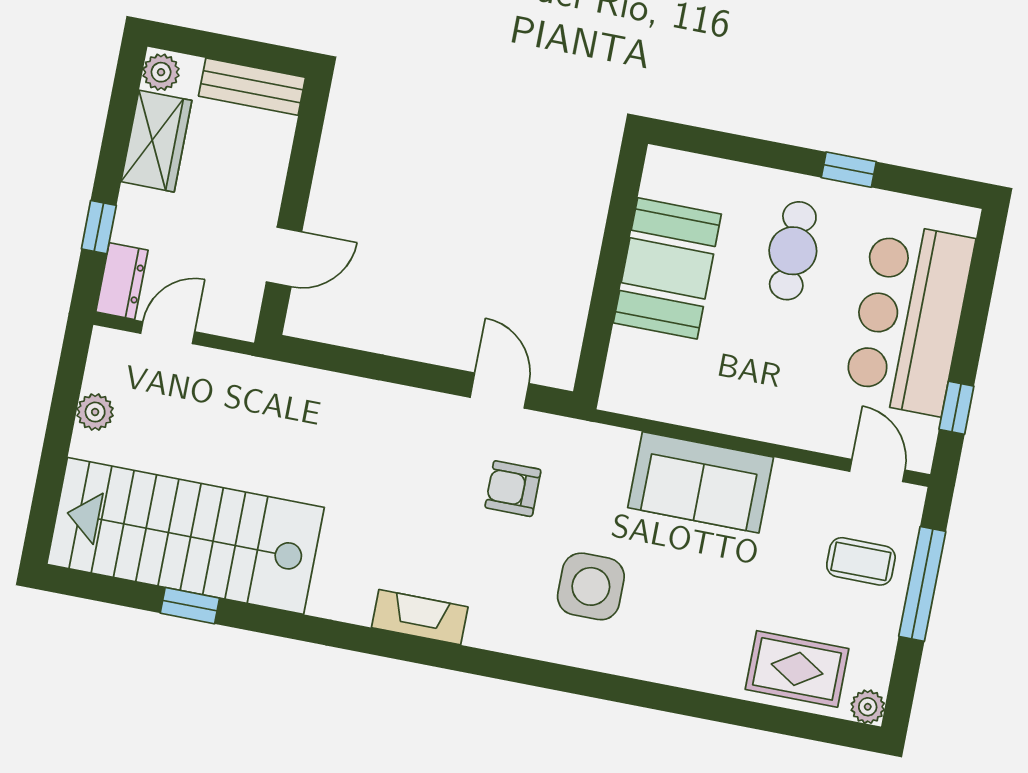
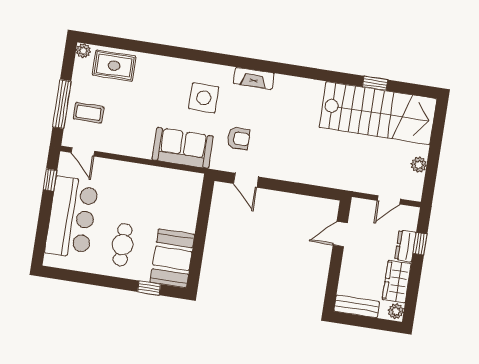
window: (849, 170) -> (149, 288), moved
booth: (667, 268) -> (172, 258), moved
dresser: (122, 281) -> (405, 246), moved
sofa: (701, 482) -> (183, 148), moved
fireplace: (420, 617) -> (254, 78), moved

